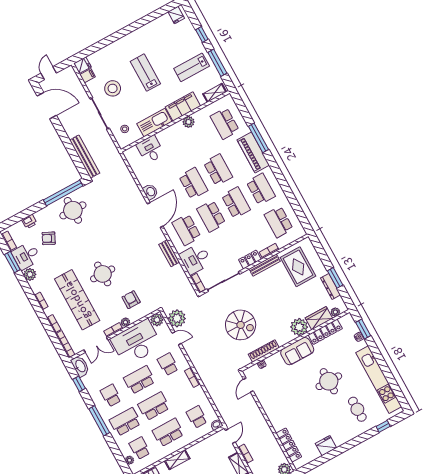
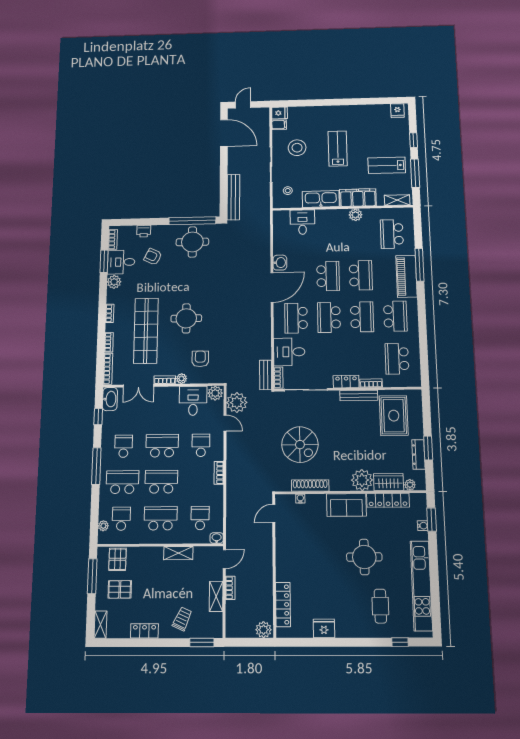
bench: (169, 253) -> (266, 375), moved
desk: (136, 342) -> (193, 401), width x0.53, depth x0.77
shelving: (177, 460) -> (178, 553), moved

